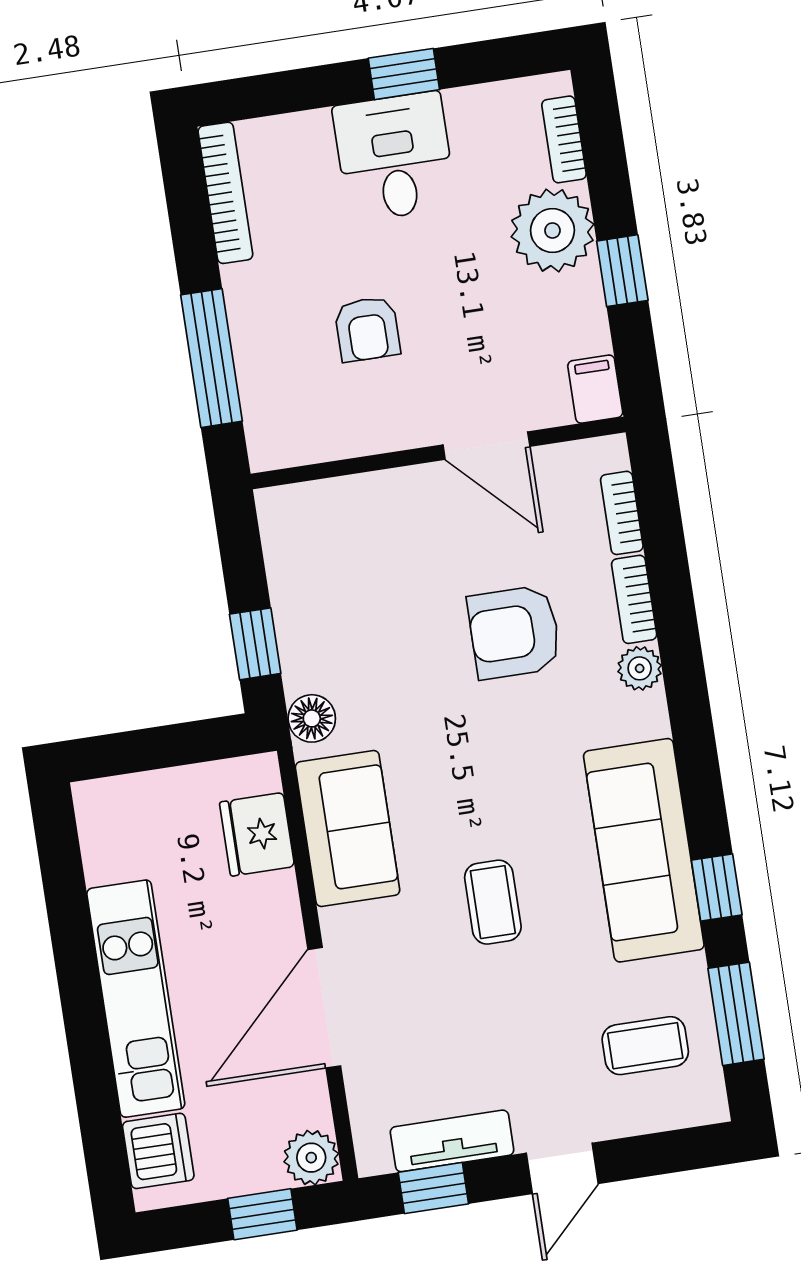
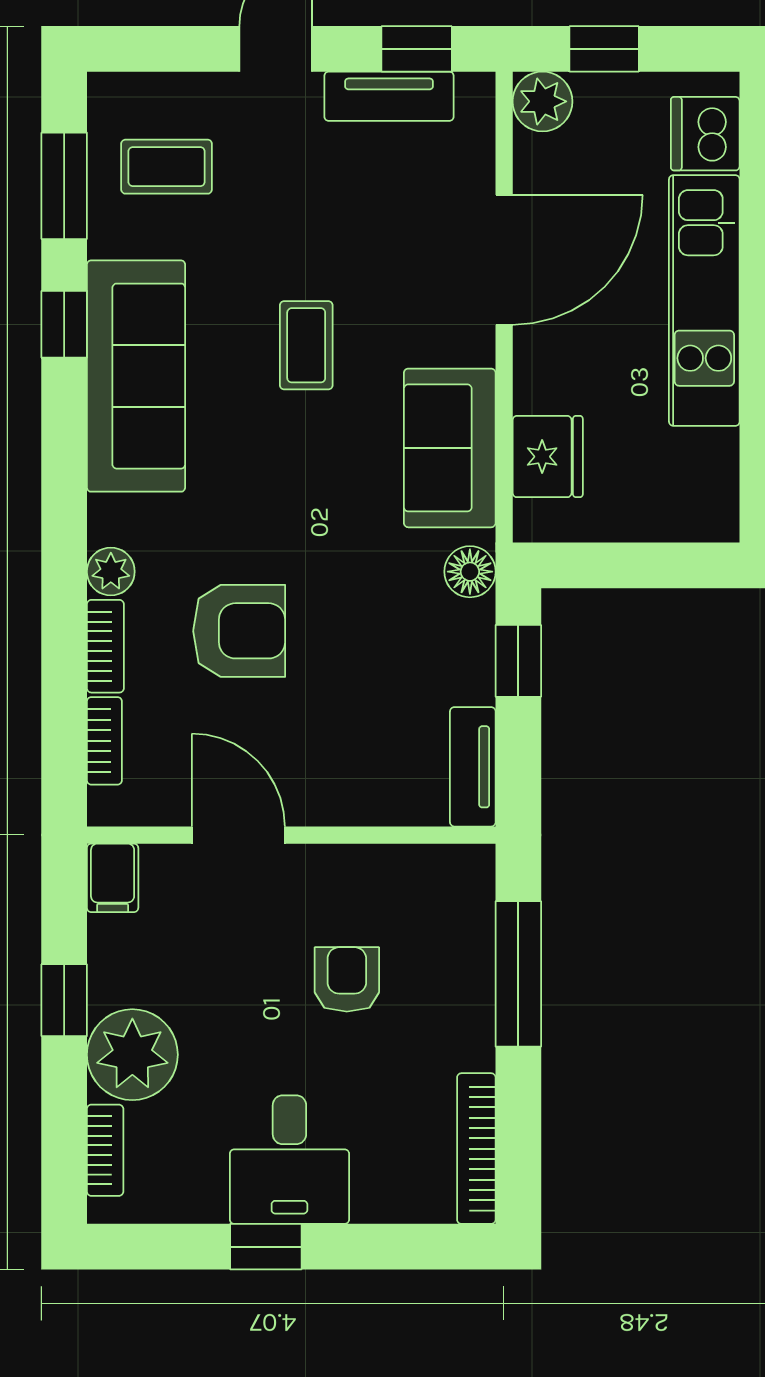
tv unit: (282, 541) -> (473, 767), added

